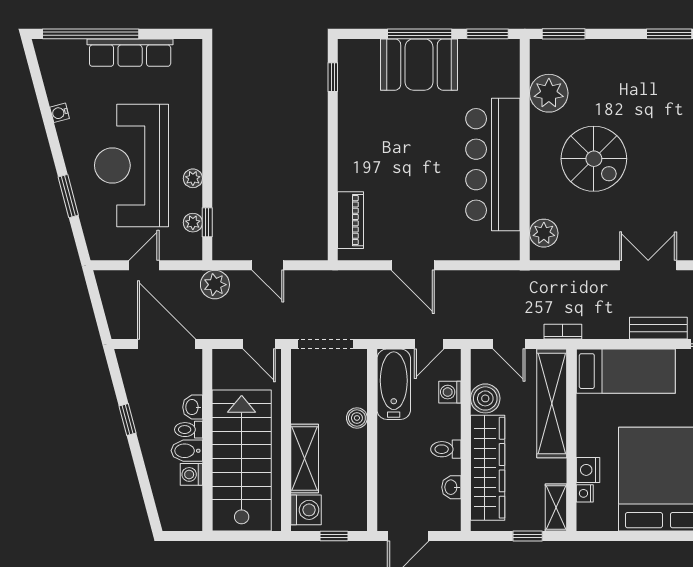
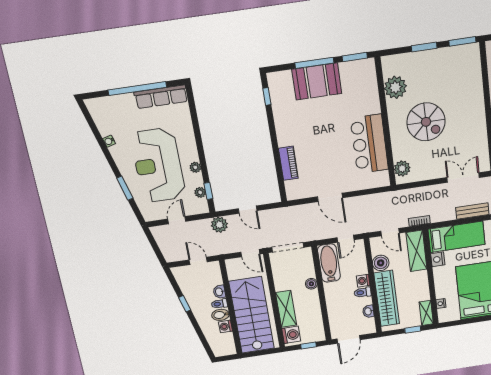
window: (91, 34) -> (137, 89), moved
window: (564, 34) -> (424, 47), moved
row of seats: (130, 53) -> (161, 97), moved
bar counter: (493, 164) -> (369, 144), width x0.73
piano: (350, 220) -> (288, 163), moved
door: (167, 344) -> (198, 261), width x0.53
washing machine: (450, 392) -> (363, 281), moved
shelving: (552, 403) -> (417, 251), width x0.68
nightstand: (588, 470) -> (438, 259), moved

